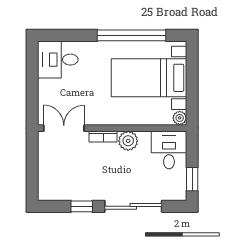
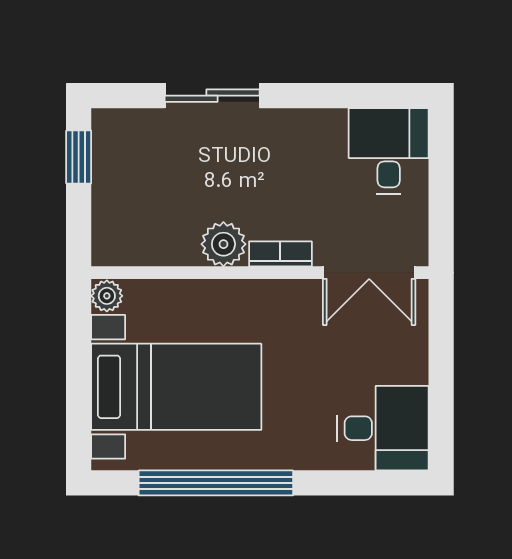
desk: (169, 150) -> (389, 151), moved, turned 180
window: (82, 206) -> (329, 96), removed
sliding door: (133, 206) -> (212, 96), width x0.73

